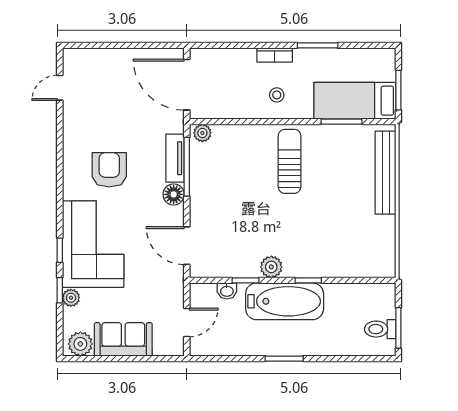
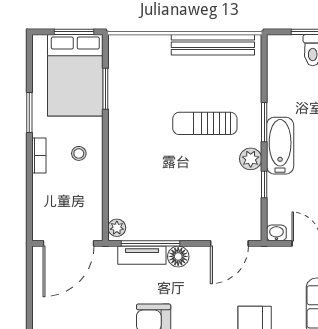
bed: (355, 101) -> (75, 75), width x1.50
sun lounger: (290, 161) -> (205, 123), moved
bench: (386, 173) -> (213, 45), moved
window: (308, 280) -> (264, 122), width x1.50
washbasin: (227, 291) -> (276, 233), moved, turned -90
bathtub: (285, 301) -> (280, 146), width x0.73, depth x0.73

